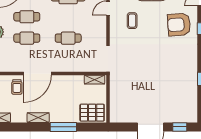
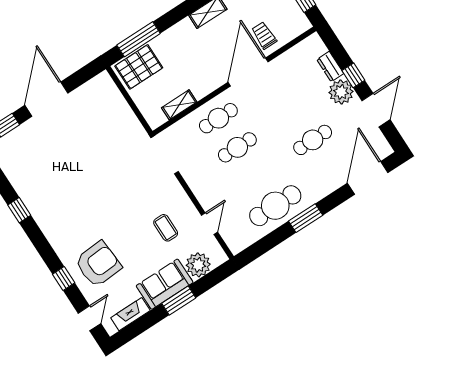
cafe table: (27, 38) -> (218, 118), moved
shelving: (94, 80) -> (179, 105), moved
window: (63, 127) -> (139, 39), moved

